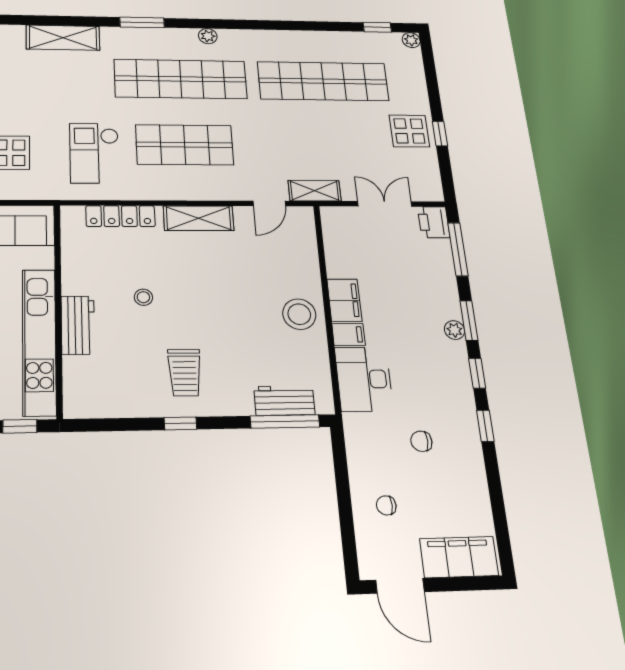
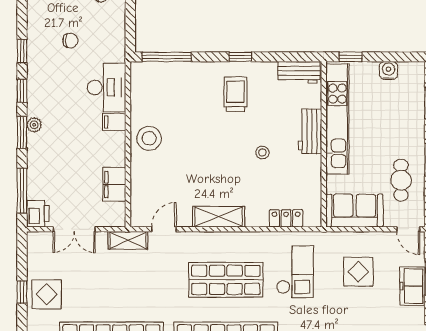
locker: (120, 216) -> (286, 218), width x0.66
filing cabinet: (344, 300) -> (114, 185), moved
workbench: (284, 400) -> (299, 72), moved

